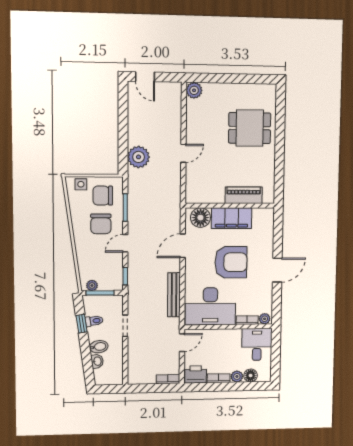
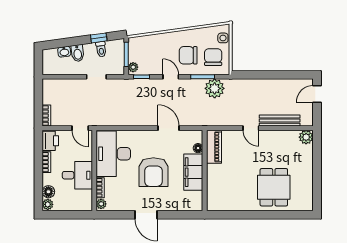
plant: (139, 157) -> (215, 88), moved
piano: (244, 195) -> (214, 147), moved
floor lamp: (200, 218) -> (198, 148), width x0.53, depth x0.53
plant: (92, 285) -> (133, 67), moved
bench: (174, 295) -> (280, 121), moved
desk: (257, 344) -> (77, 175), moved
plant: (237, 376) -> (48, 204), moved

